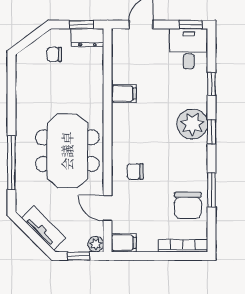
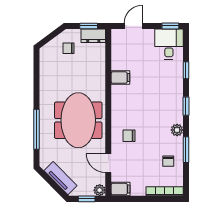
plant: (192, 124) -> (177, 130), moved, width x0.53, depth x0.53
chair: (188, 205) -> (168, 161), width x0.54, depth x0.54

